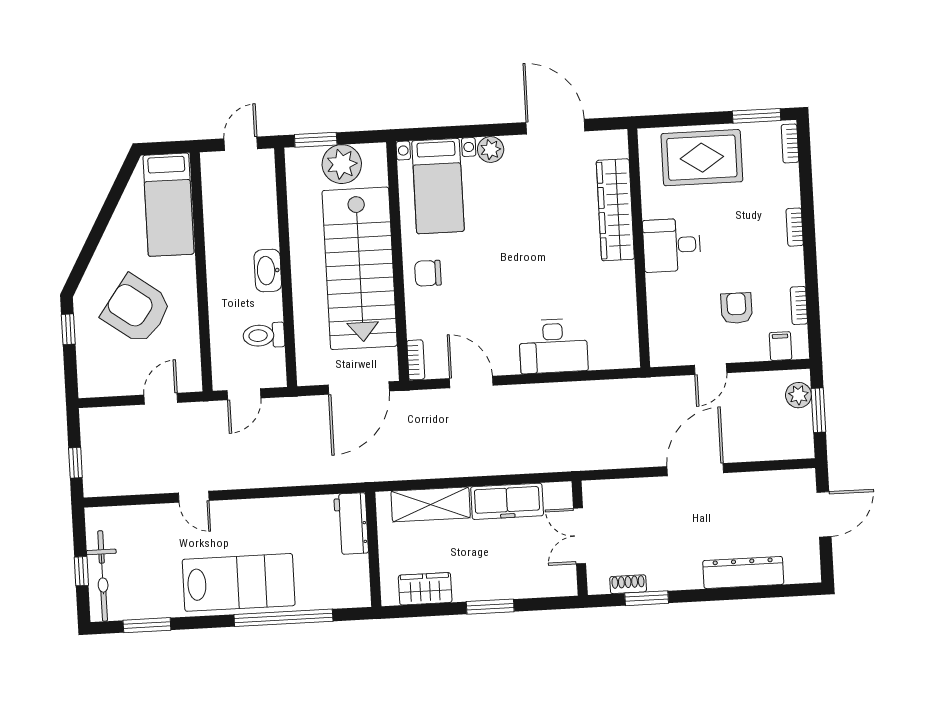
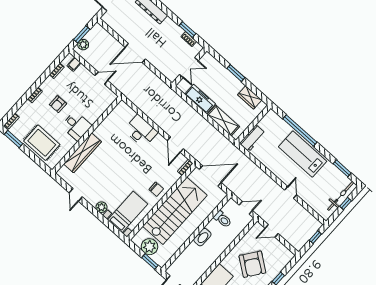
door: (555, 127) -> (76, 195), width x0.53
armchair: (736, 308) -> (58, 104), moved

